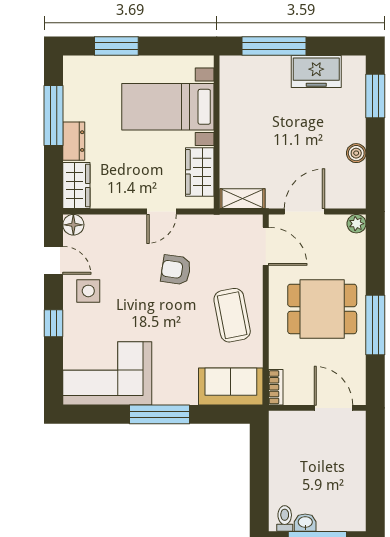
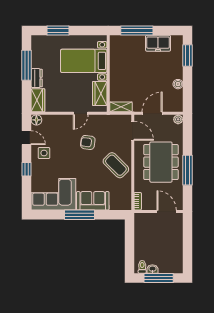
dining table: (322, 309) -> (161, 162), width x1.38
coffee table: (232, 315) -> (116, 165), turned -34
sofa: (231, 386) -> (93, 201), moved

